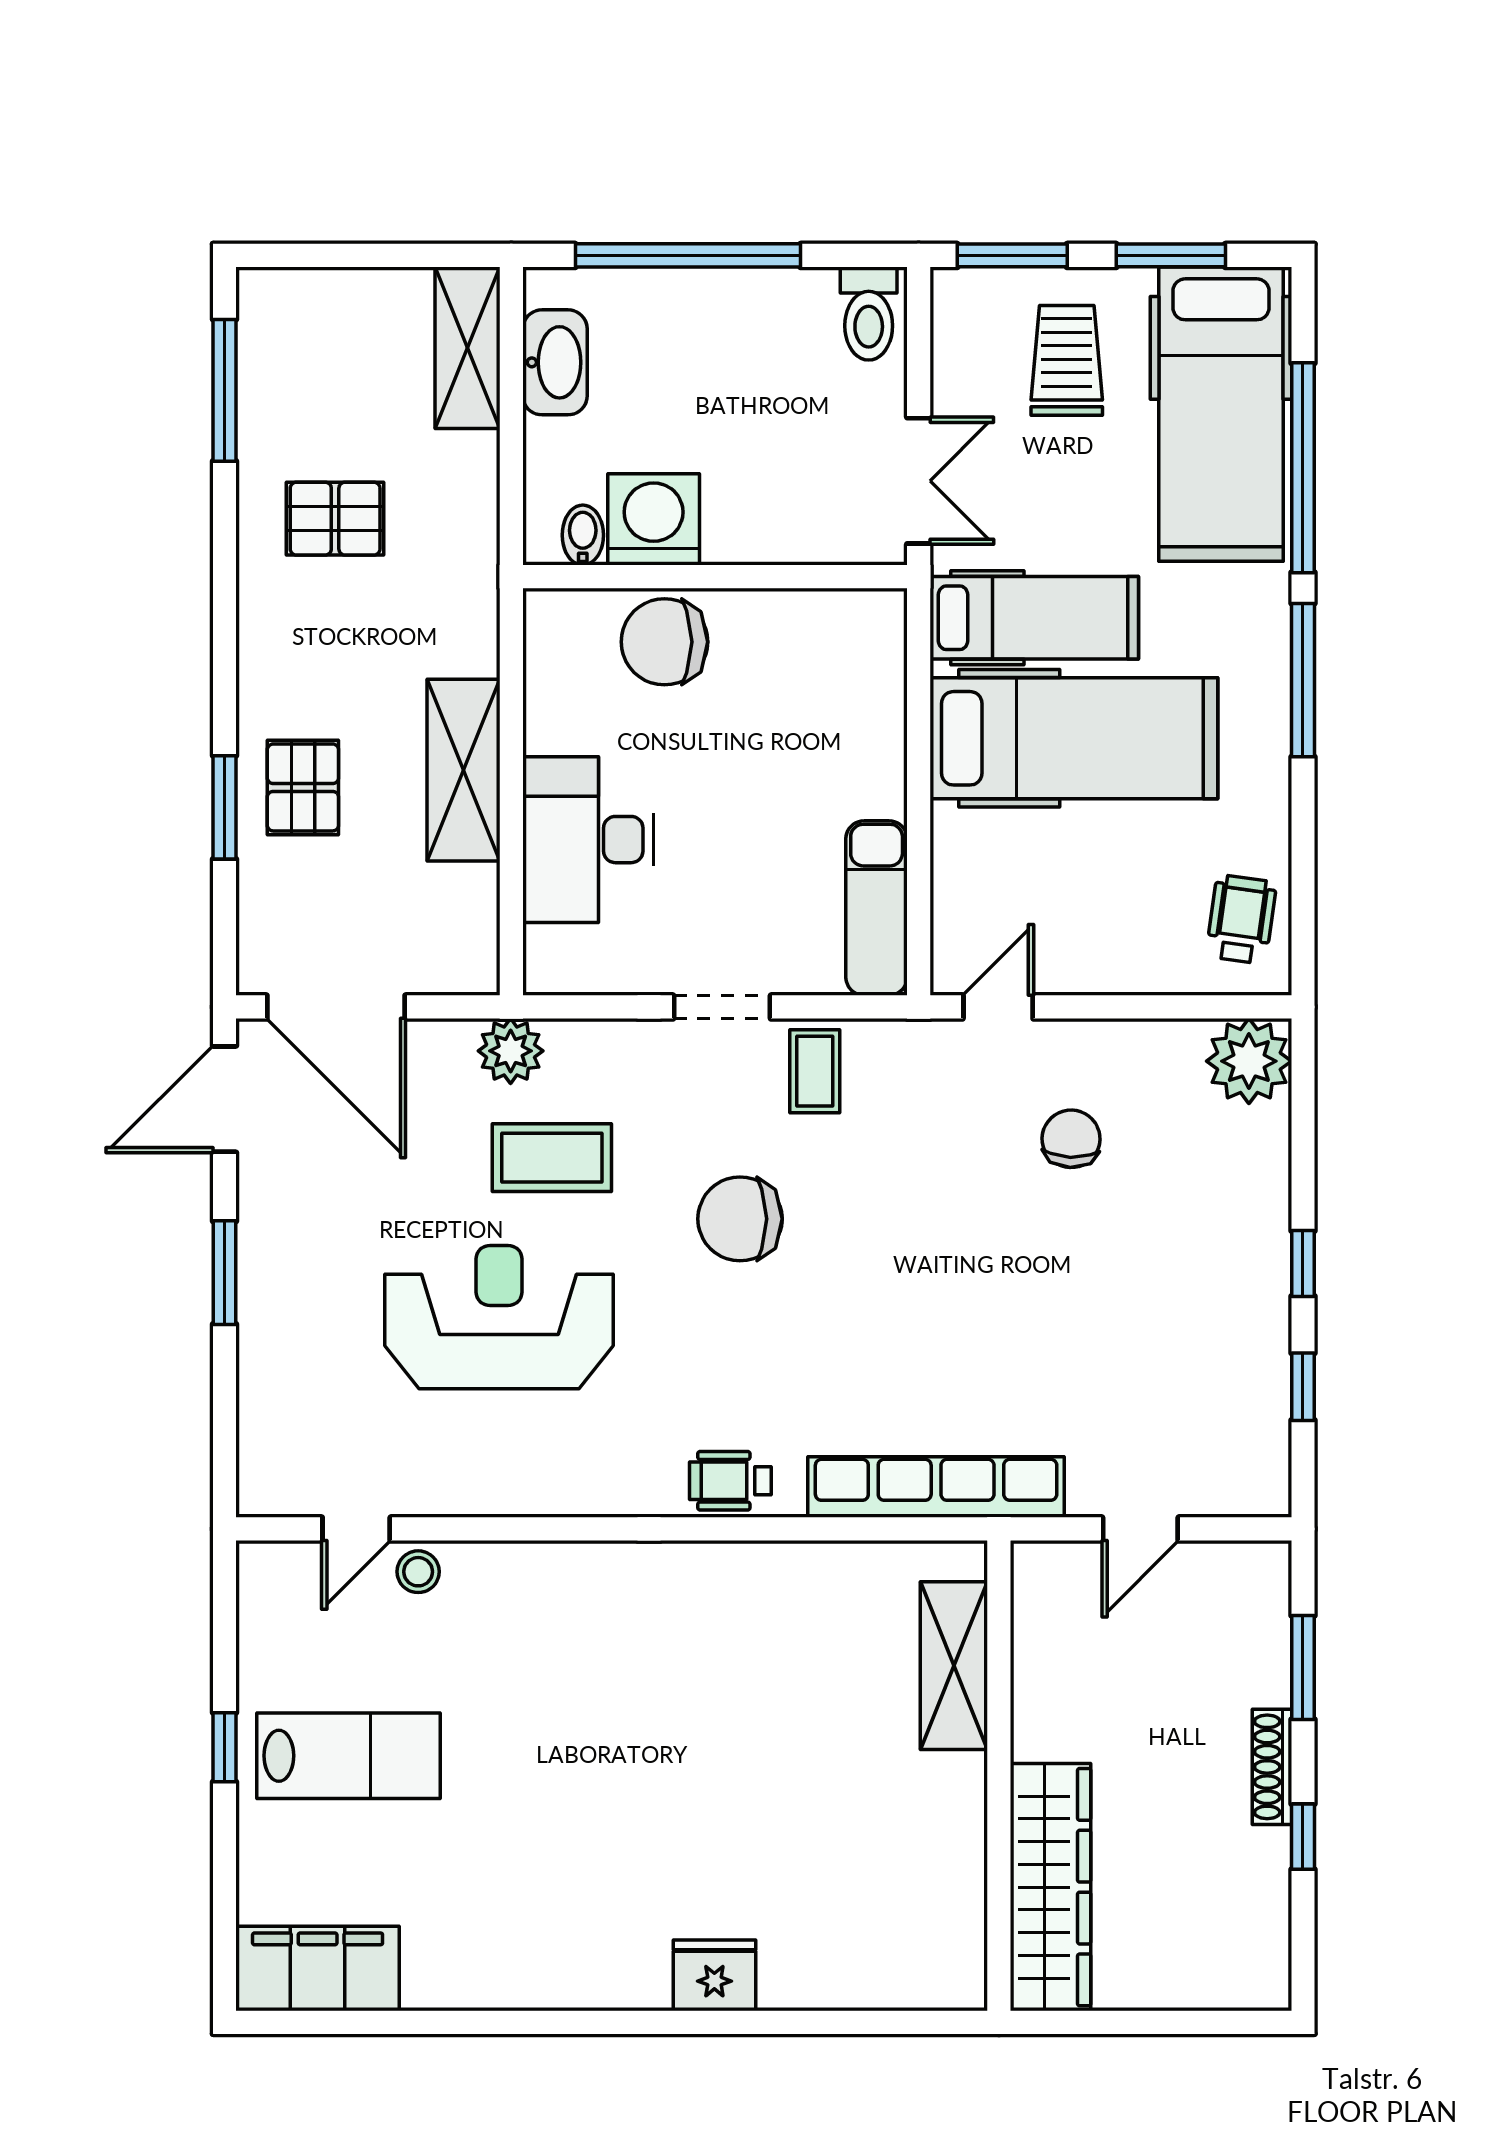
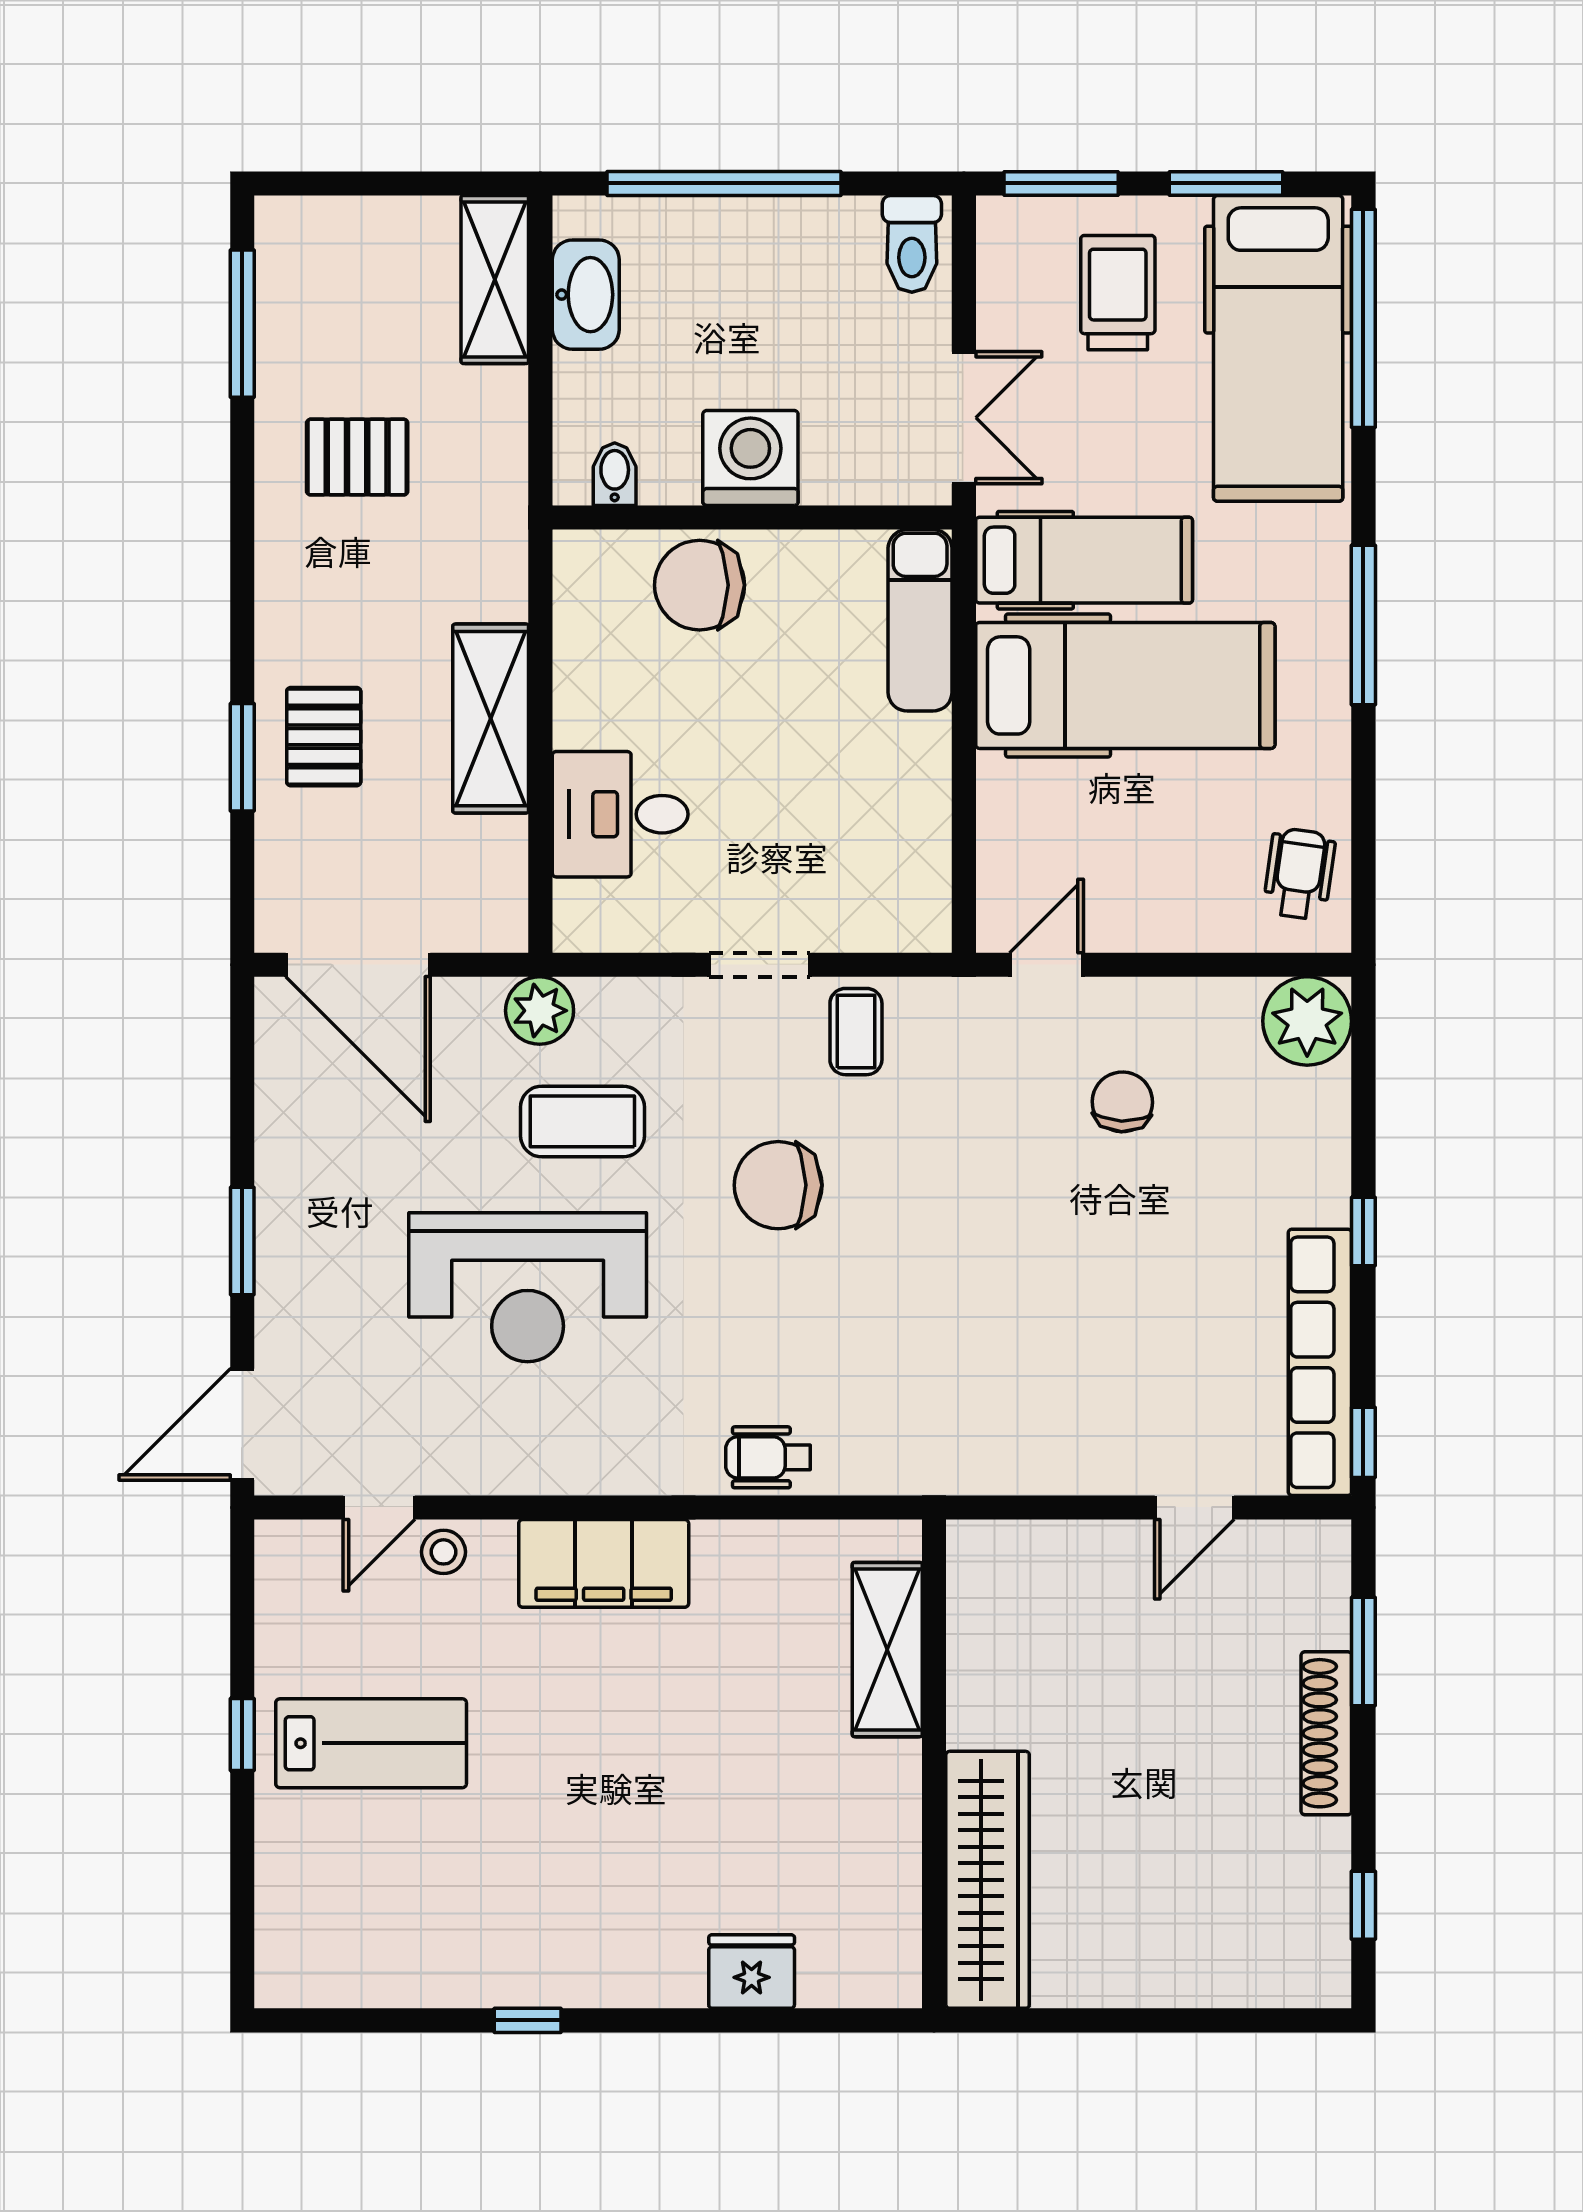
window: (1303, 468) -> (1363, 318), moved
washing machine: (654, 519) -> (750, 458), moved
desk: (588, 840) -> (620, 814), width x0.73
exam couch: (877, 908) -> (920, 620), moved
door: (225, 1099) -> (242, 1424), moved
reception desk: (499, 1317) -> (528, 1287), turned 180
window: (1303, 1387) -> (1363, 1442), moved
row of seats: (936, 1487) -> (1320, 1362), moved, turned -90
shelving: (954, 1666) -> (887, 1650), moved
shoe rack: (1272, 1767) -> (1326, 1733), width x1.36, depth x1.24
wall: (999, 1776) -> (934, 1764), moved
window: (1303, 1837) -> (1363, 1905), moved
wardrobe: (1050, 1887) -> (988, 1880), moved
filing cabinet: (318, 1969) -> (604, 1563), moved, turned 180
window: (499, 2022) -> (528, 2020), added

